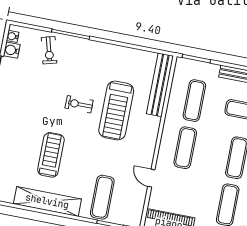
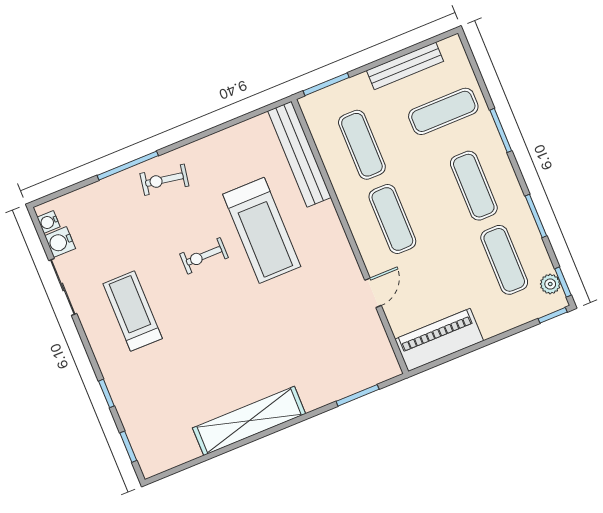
exercise bike: (49, 50) -> (164, 180), moved, turned 115
treadmill: (51, 155) -> (133, 311), moved
door: (151, 178) -> (373, 293), swing flipped
exercise mat: (102, 197) -> (322, 365), removed

